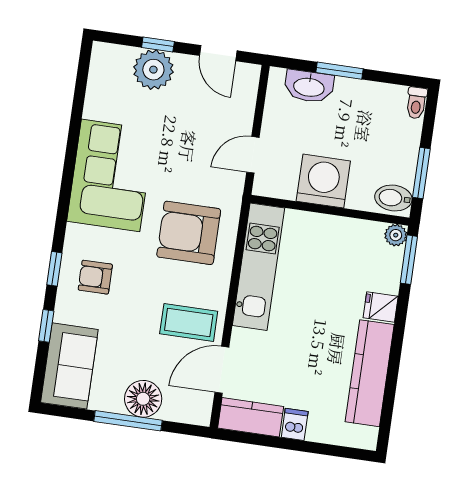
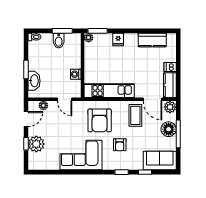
plant: (245, 100) -> (43, 105), added
washing machine: (323, 181) -> (76, 74), width x0.53, depth x0.53
bidet: (393, 198) -> (59, 41), moved
armchair: (95, 277) -> (120, 145), moved
kitchen counter: (370, 373) -> (152, 40), width x0.67
plant: (197, 410) -> (170, 107), added

